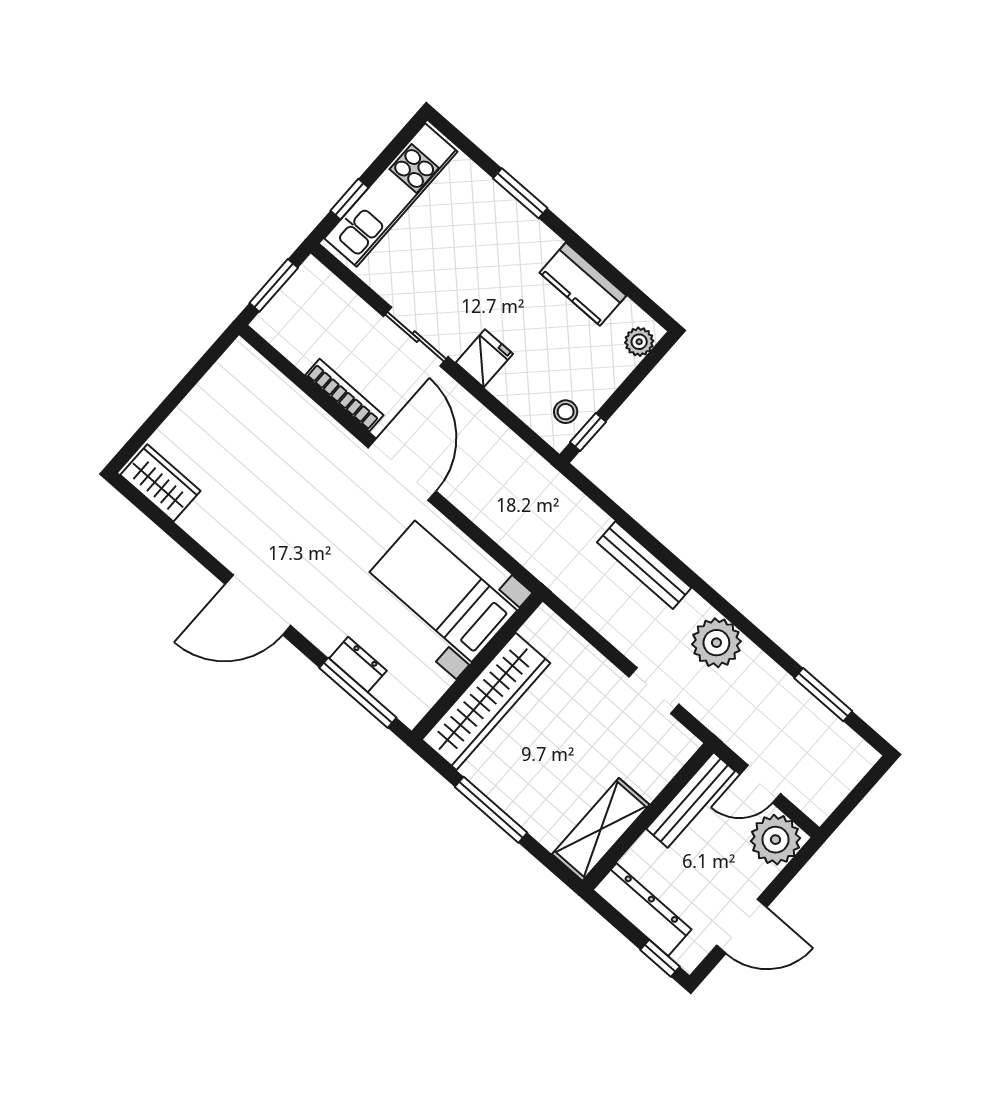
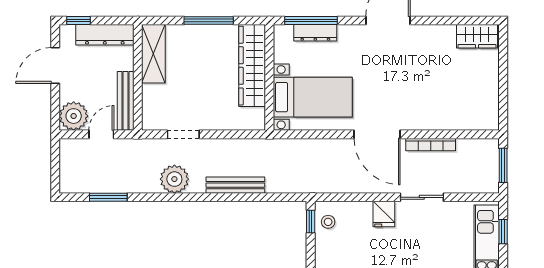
dresser: (358, 664) -> (315, 33), width x1.44

